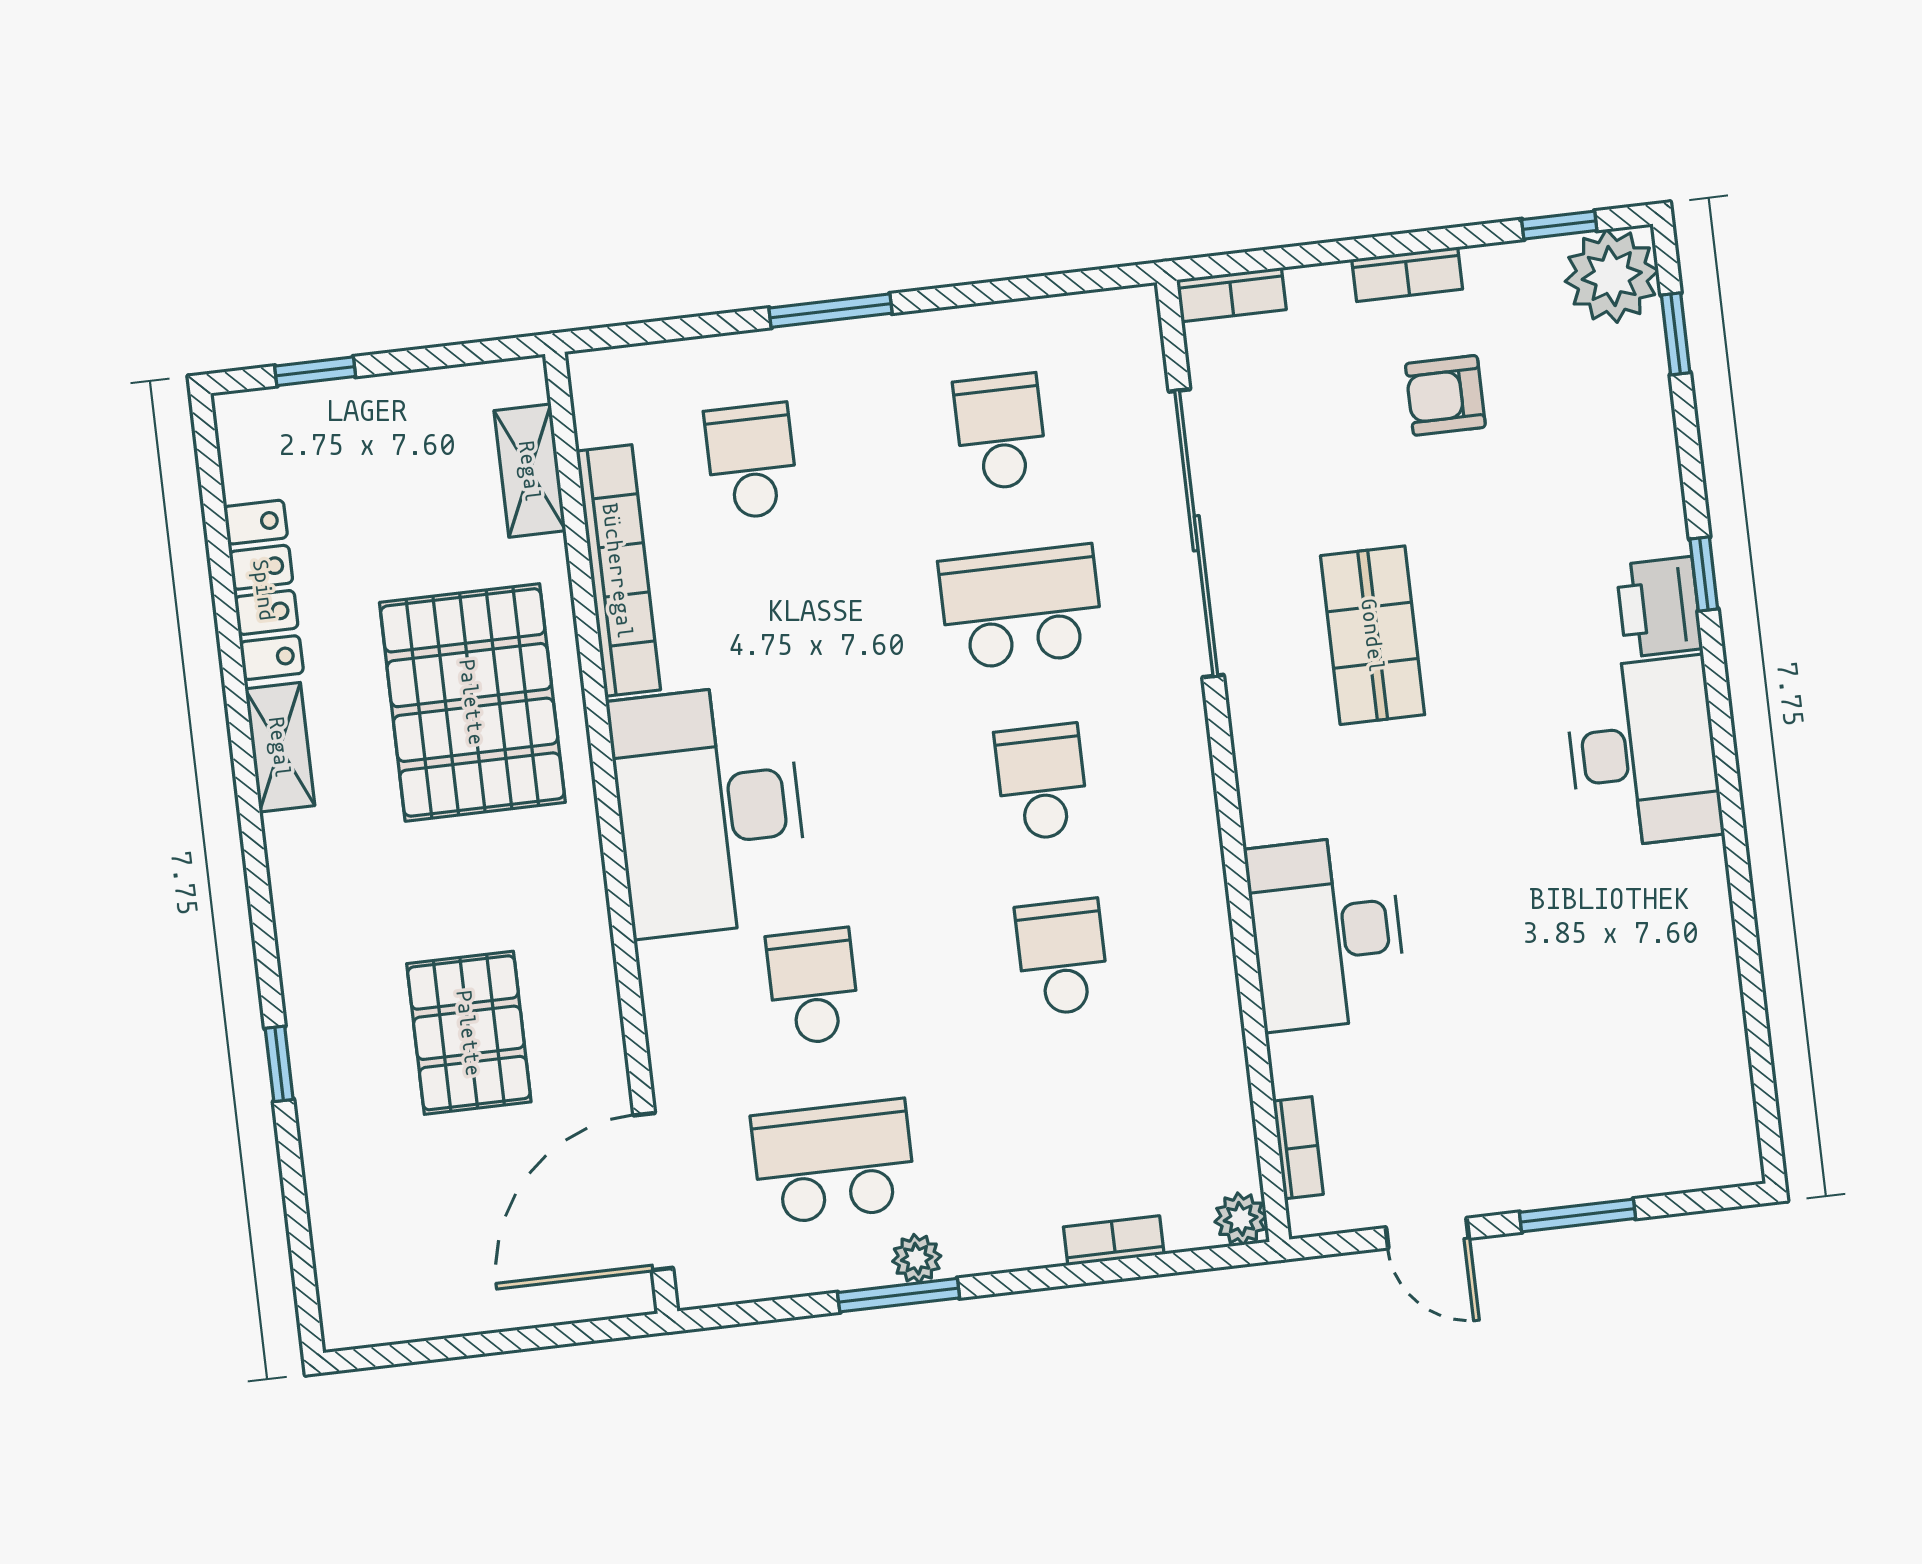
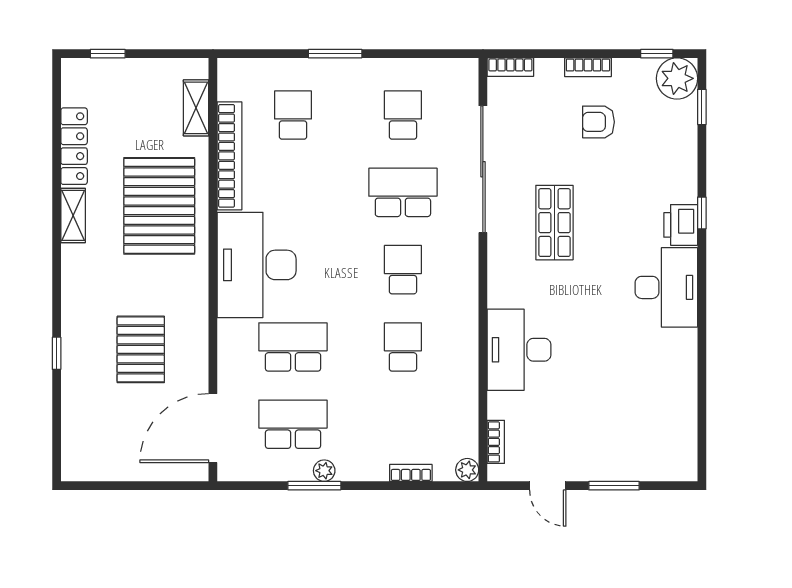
school desk: (813, 987) -> (293, 347), width x1.85

